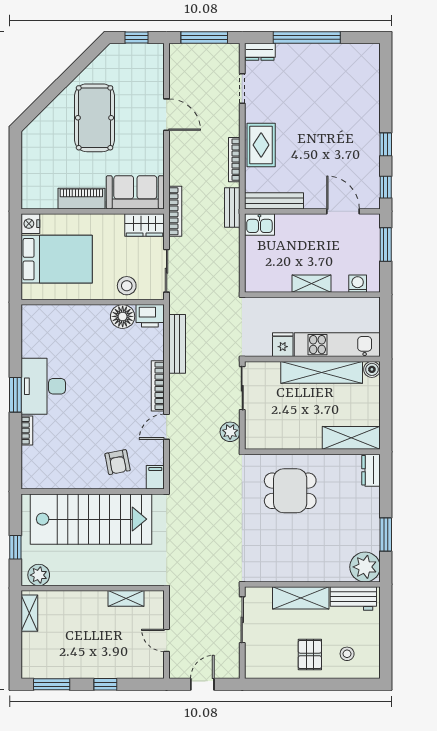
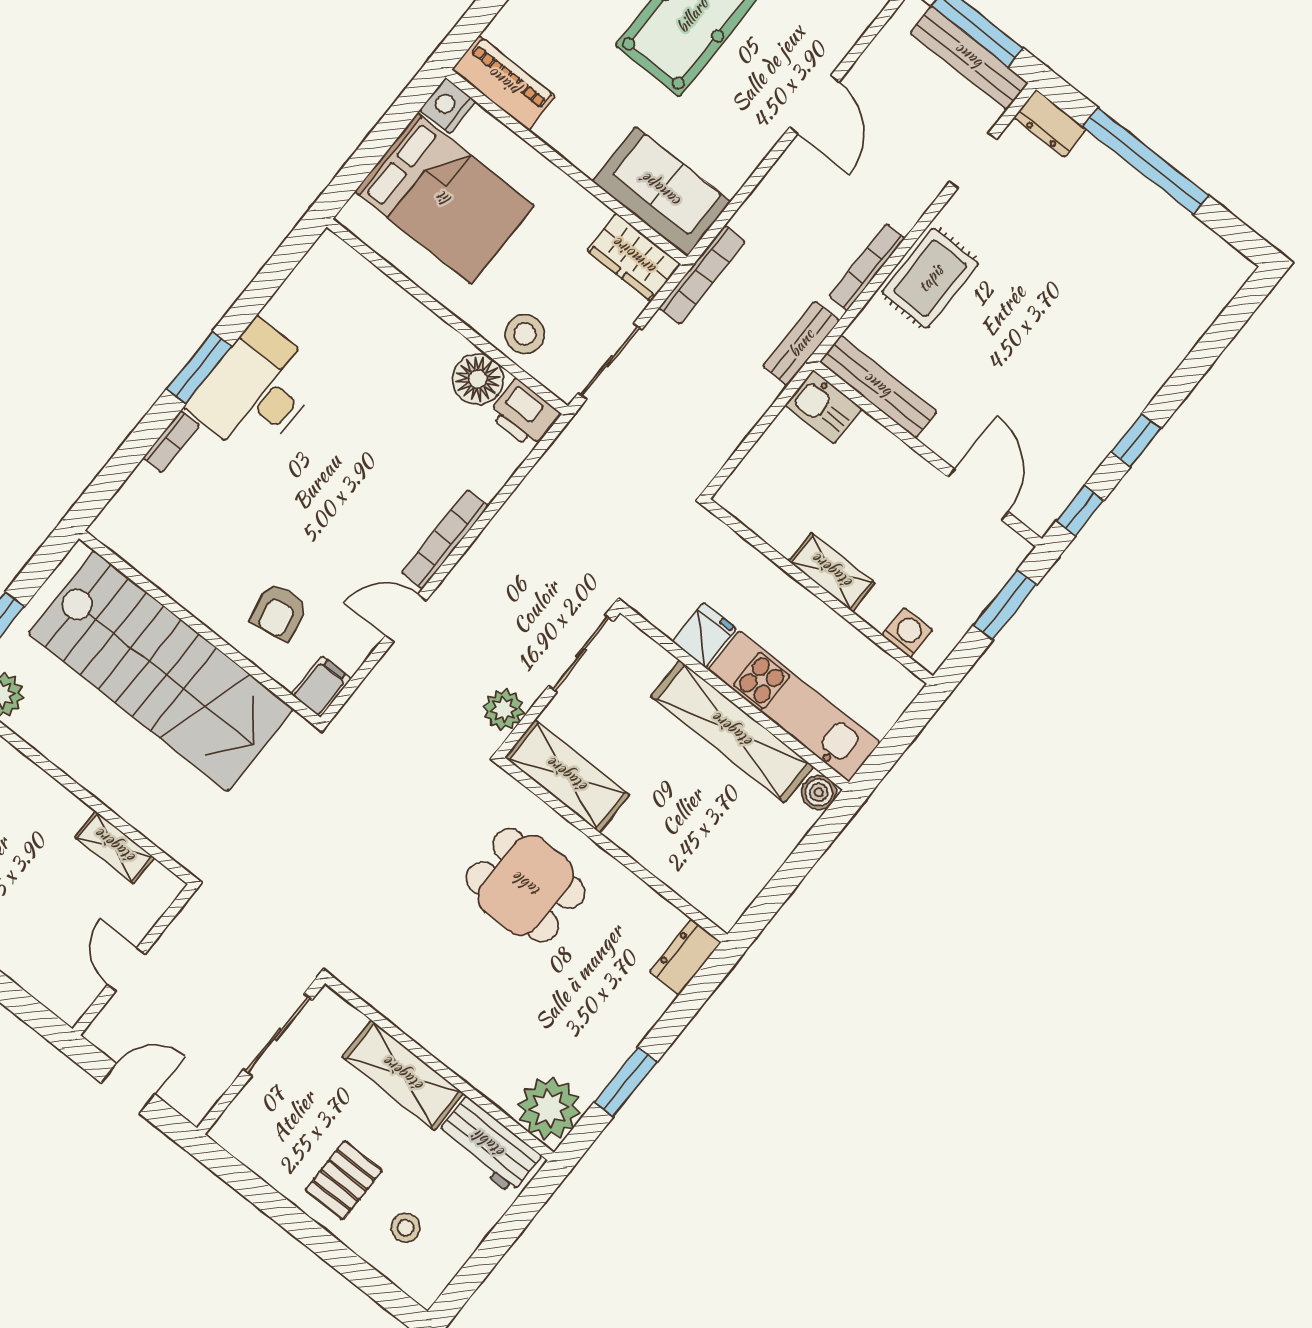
piano: (81, 199) -> (504, 83), moved
bench: (177, 344) -> (969, 58), moved, turned 90
shelving: (351, 438) -> (567, 776), moved

